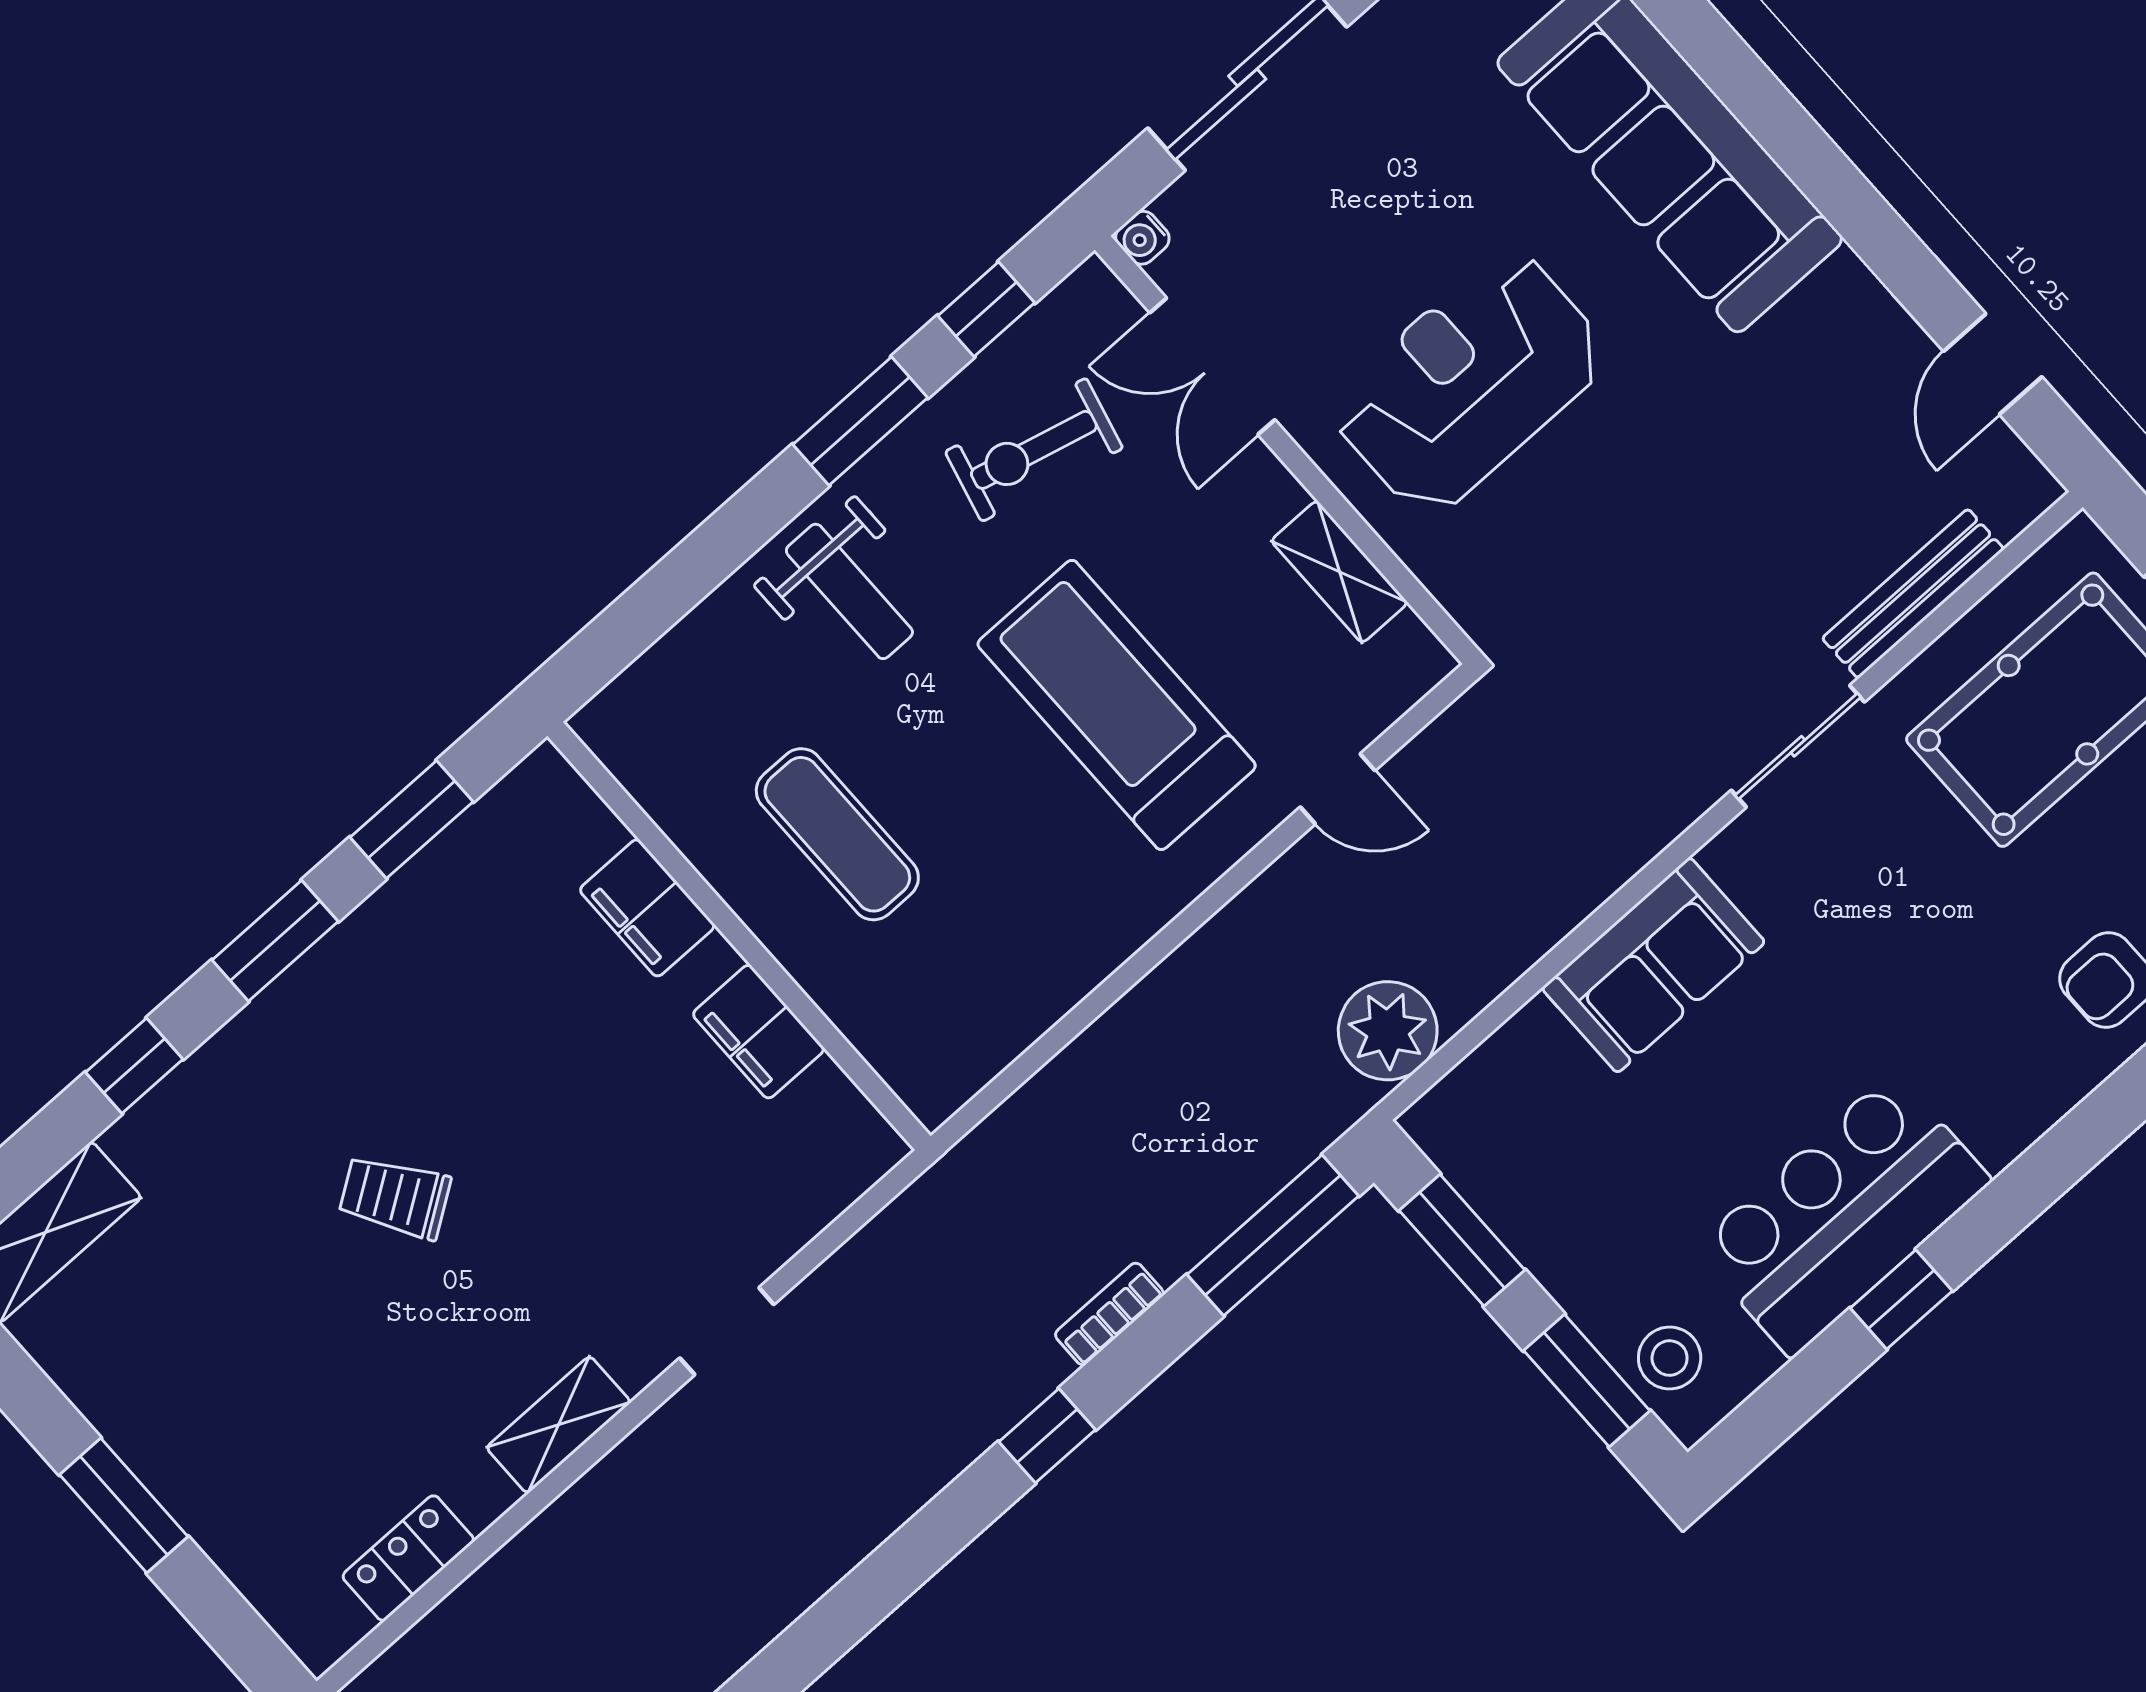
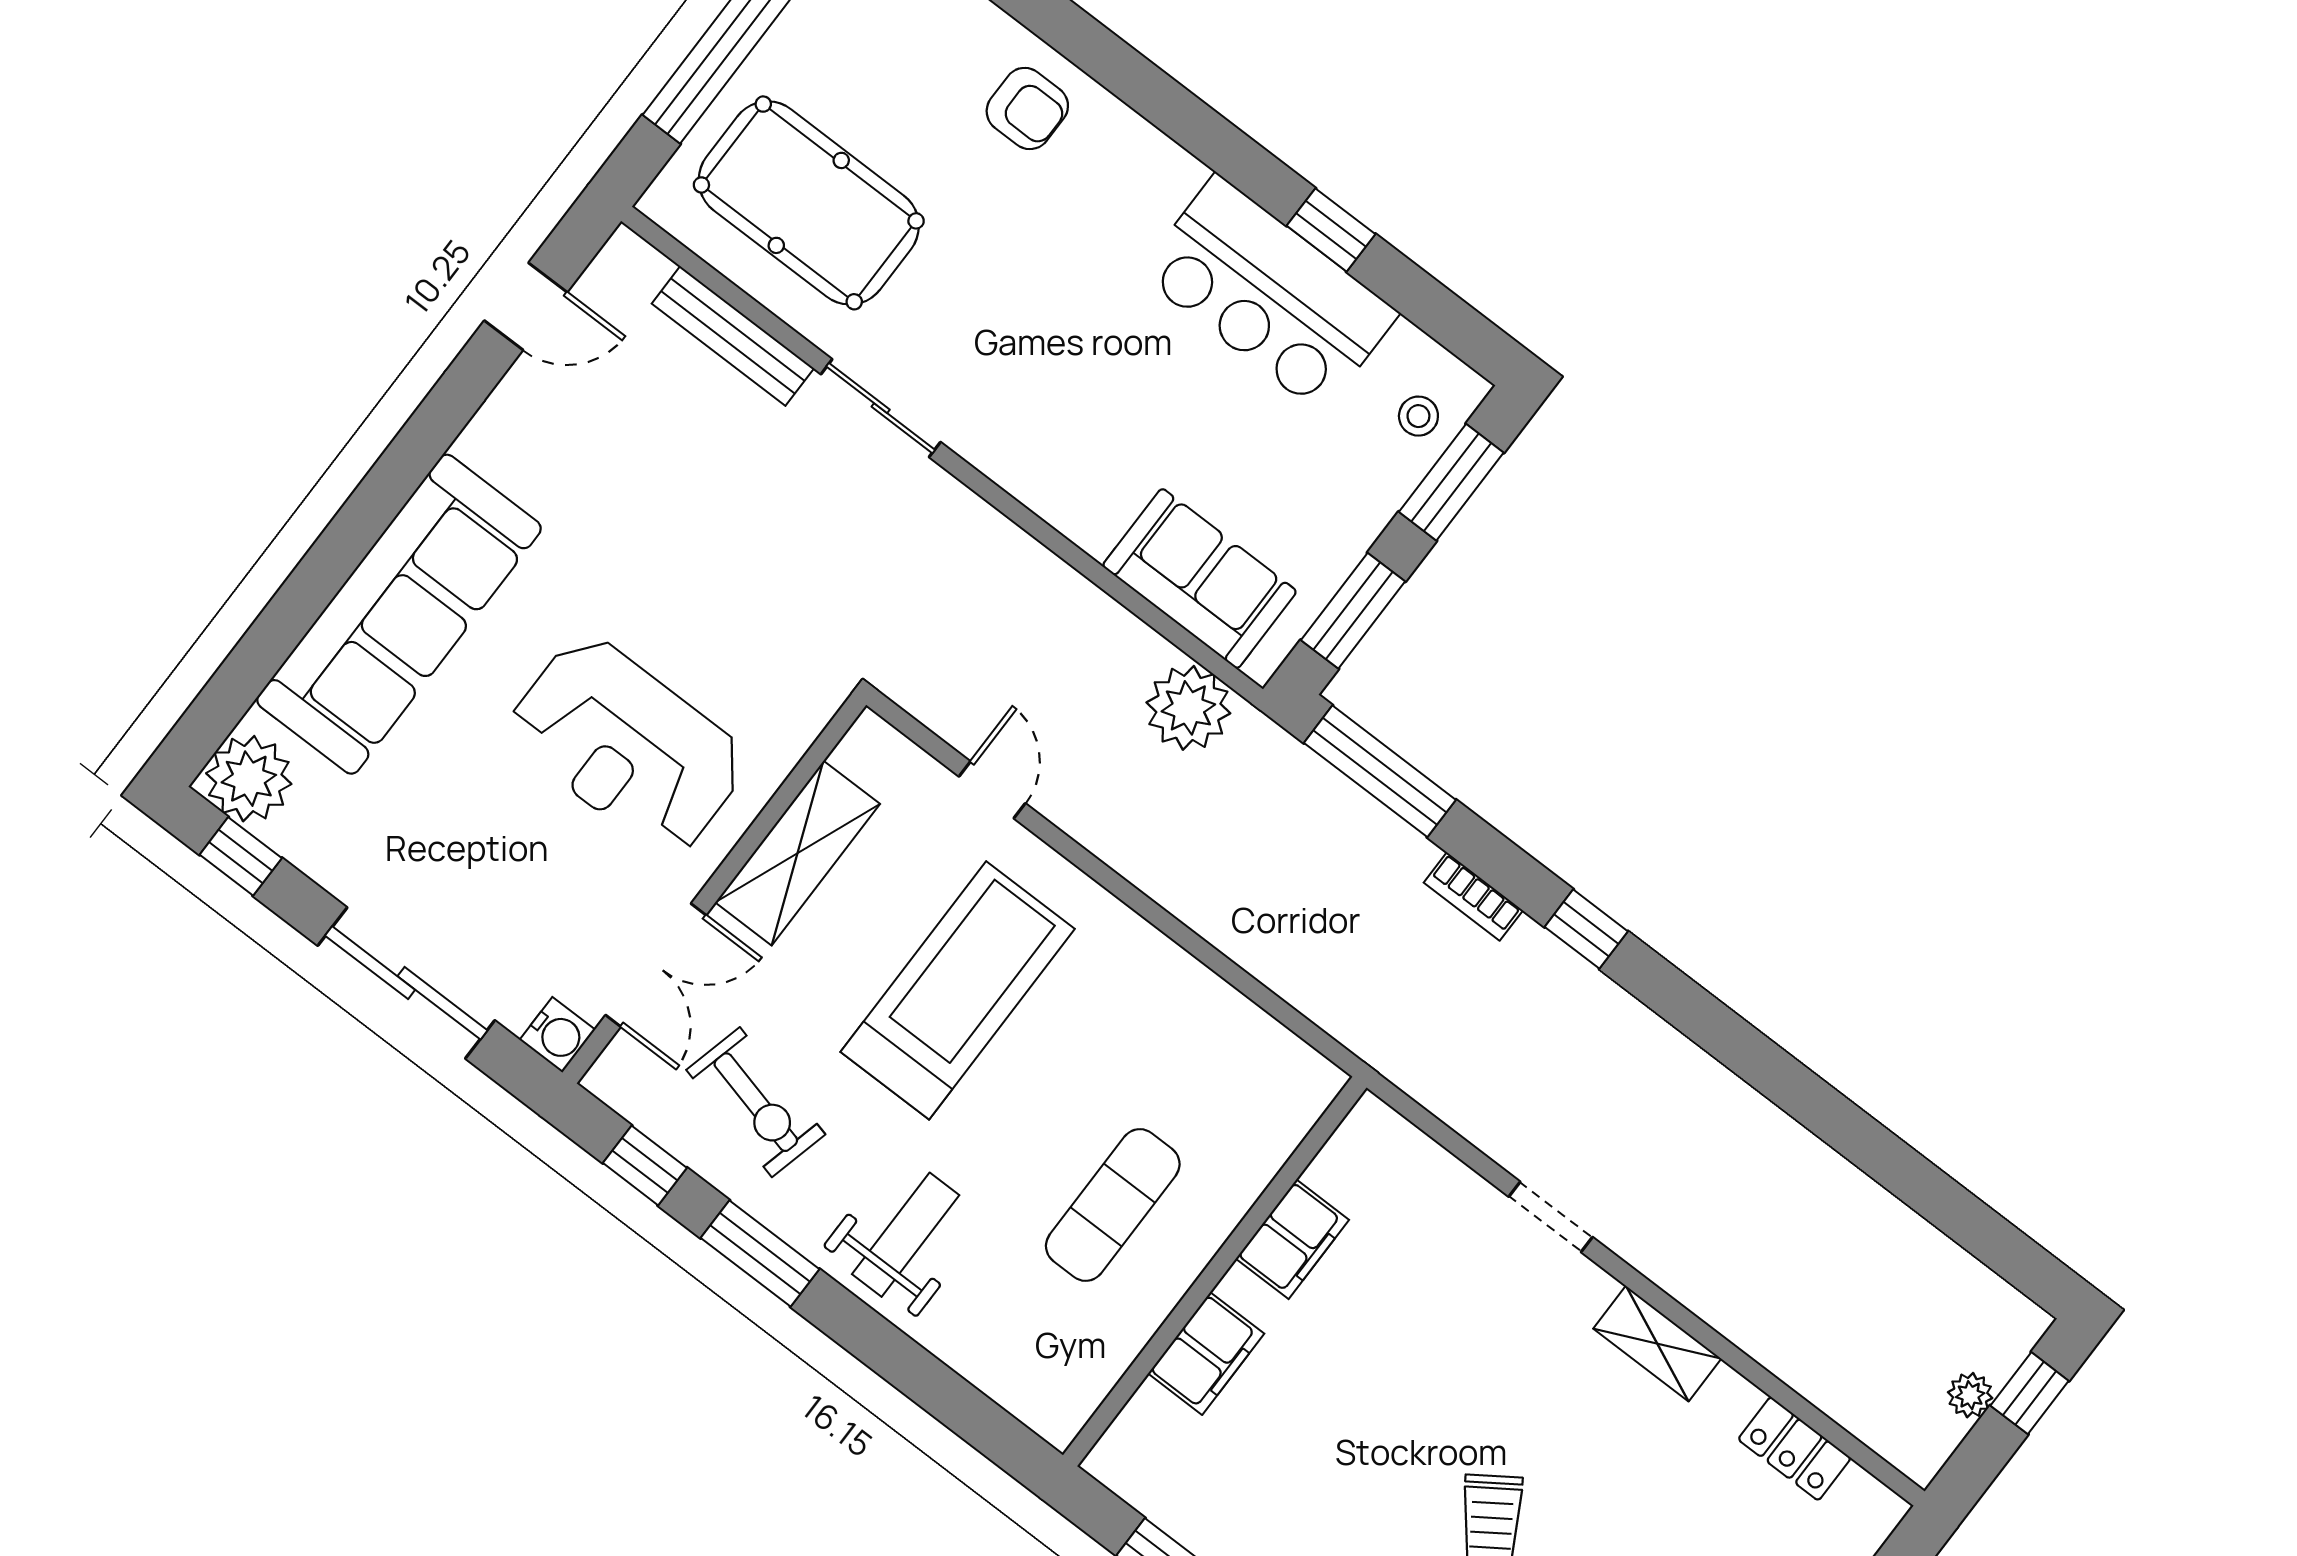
water cooler: (1142, 238) -> (557, 1035), width x1.38, depth x1.38
shelving: (1339, 572) -> (798, 853), width x1.50, depth x1.33
treadmill: (1117, 705) -> (958, 990), turned 180
sofa: (1653, 965) -> (1200, 579), moved
stool: (1670, 1358) -> (1418, 416), width x0.73, depth x0.73

